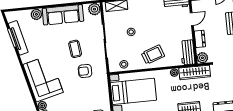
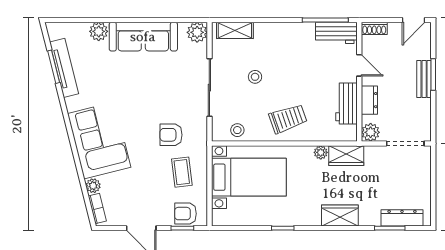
door: (192, 19) -> (359, 65), hinge flipped
coffee table: (75, 49) -> (182, 172), moved
workbench: (188, 52) -> (347, 104), moved
wardrobe: (195, 72) -> (346, 156), width x0.67

